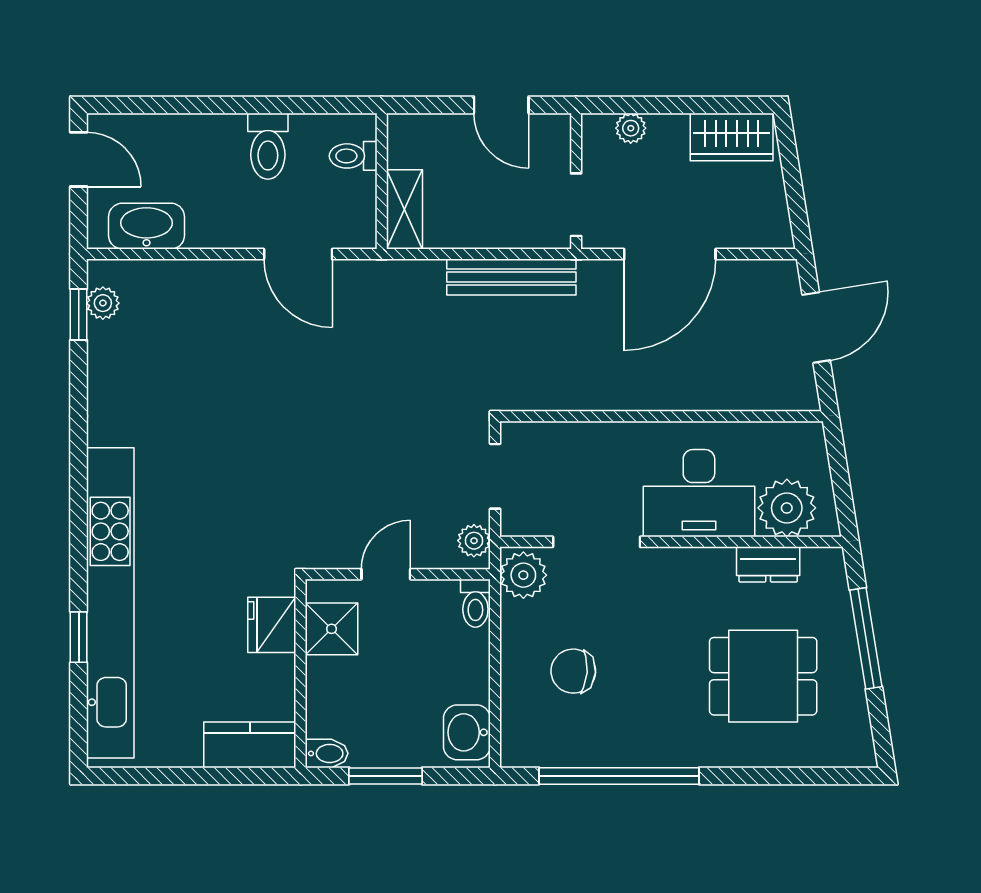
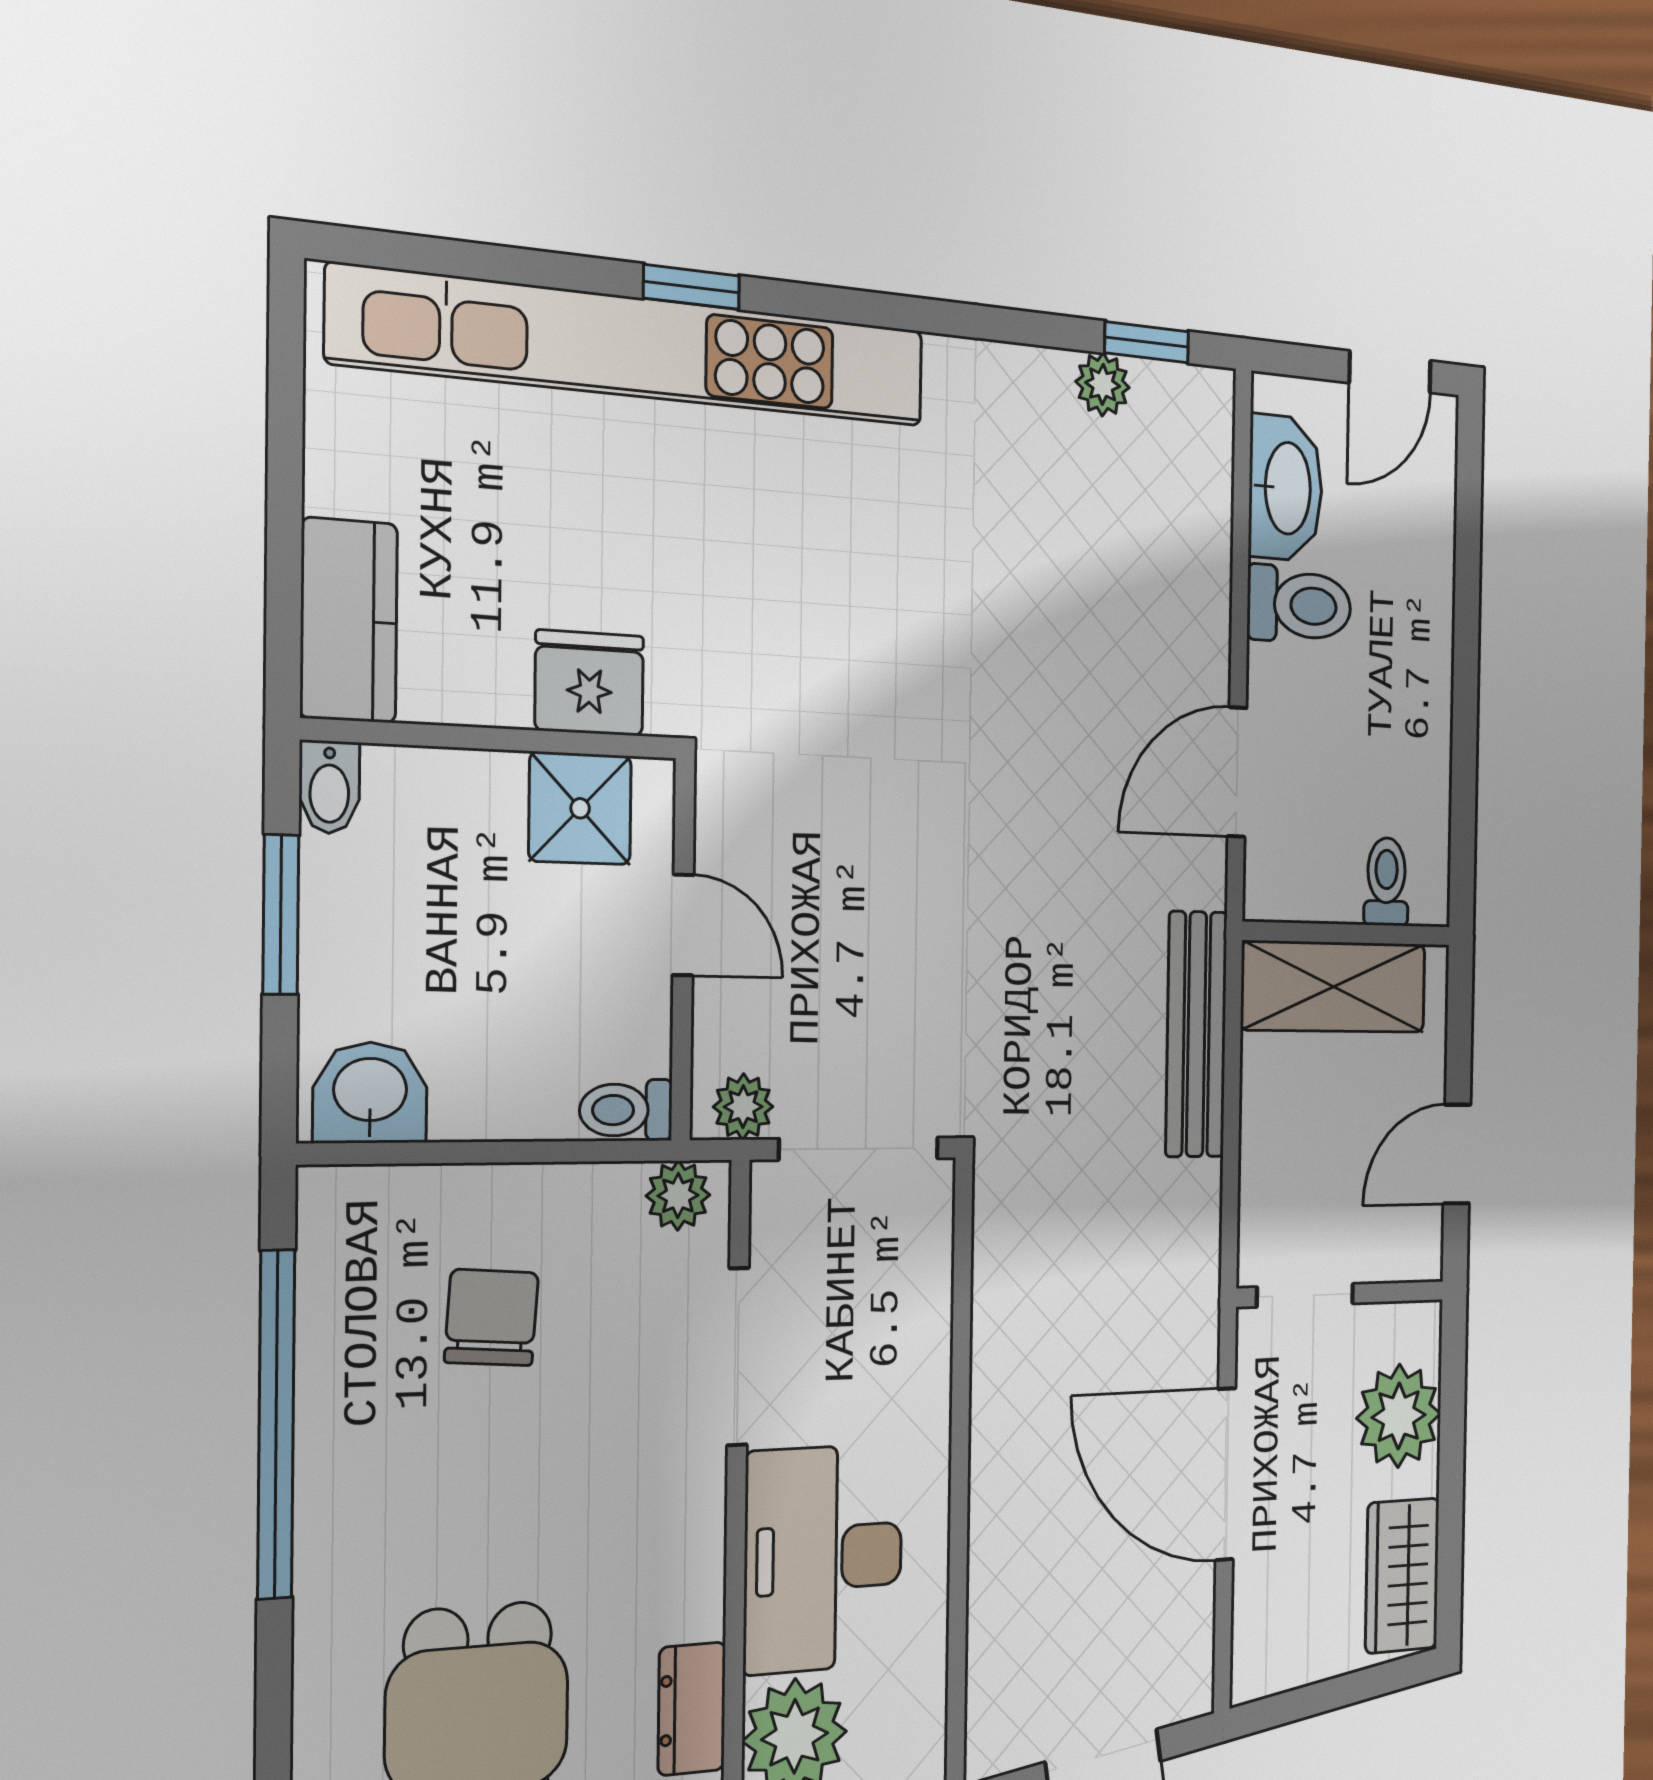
plant: (631, 128) -> (1399, 1416), width x1.87, depth x1.87
toilet: (268, 146) -> (1299, 605), moved, turned 180
shelving: (404, 209) -> (1334, 987), width x1.50, depth x1.33
bench: (511, 277) -> (1196, 1034), moved
plant: (103, 303) -> (1103, 384), moved
doorway: (495, 476) -> (859, 1149), width x1.38
plant: (523, 575) -> (678, 1195), width x0.73, depth x0.73
window: (79, 637) -> (691, 287), moved

